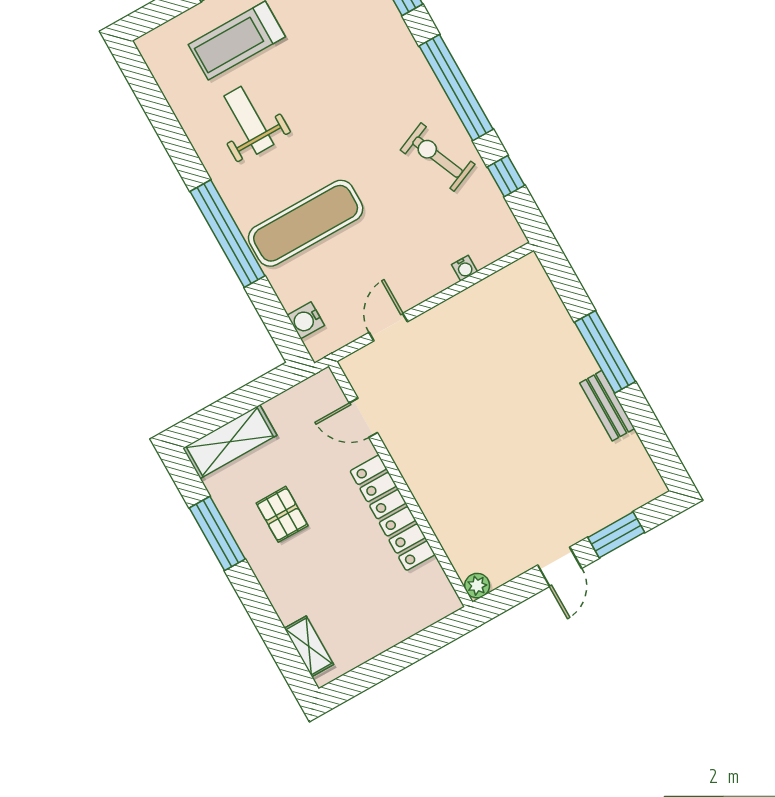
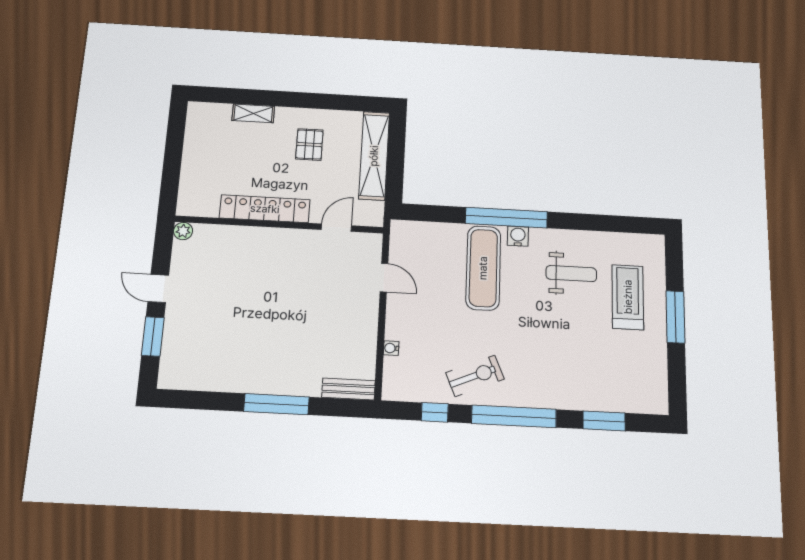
water cooler: (306, 320) -> (518, 236), moved
bench: (607, 406) -> (348, 389), moved
shelving: (230, 442) -> (374, 156), width x1.47
pallet: (282, 514) -> (309, 144), turned 90
window: (217, 533) -> (324, 101), removed
shelving: (309, 646) -> (253, 113), moved

